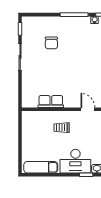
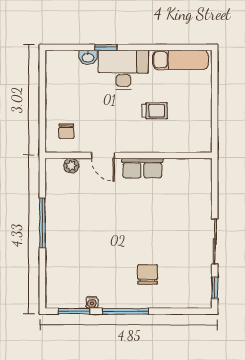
chair: (51, 43) -> (148, 274), moved
row of seats: (51, 102) -> (142, 168), moved
trolley: (62, 128) -> (155, 111), moved

